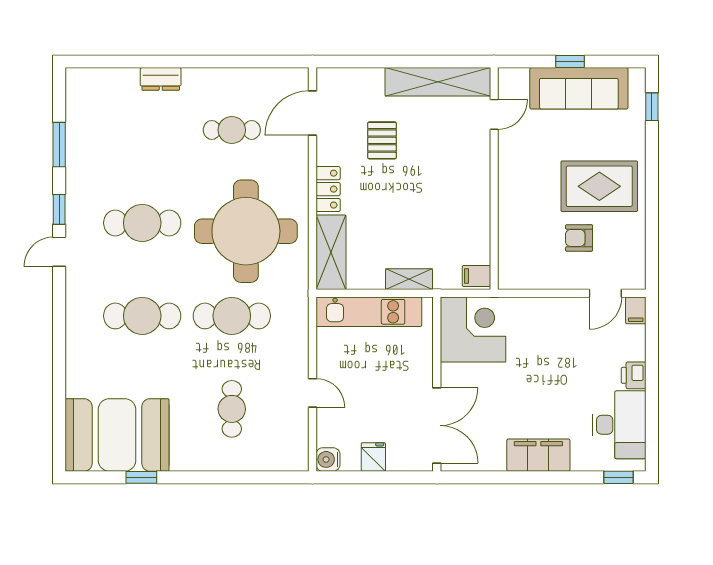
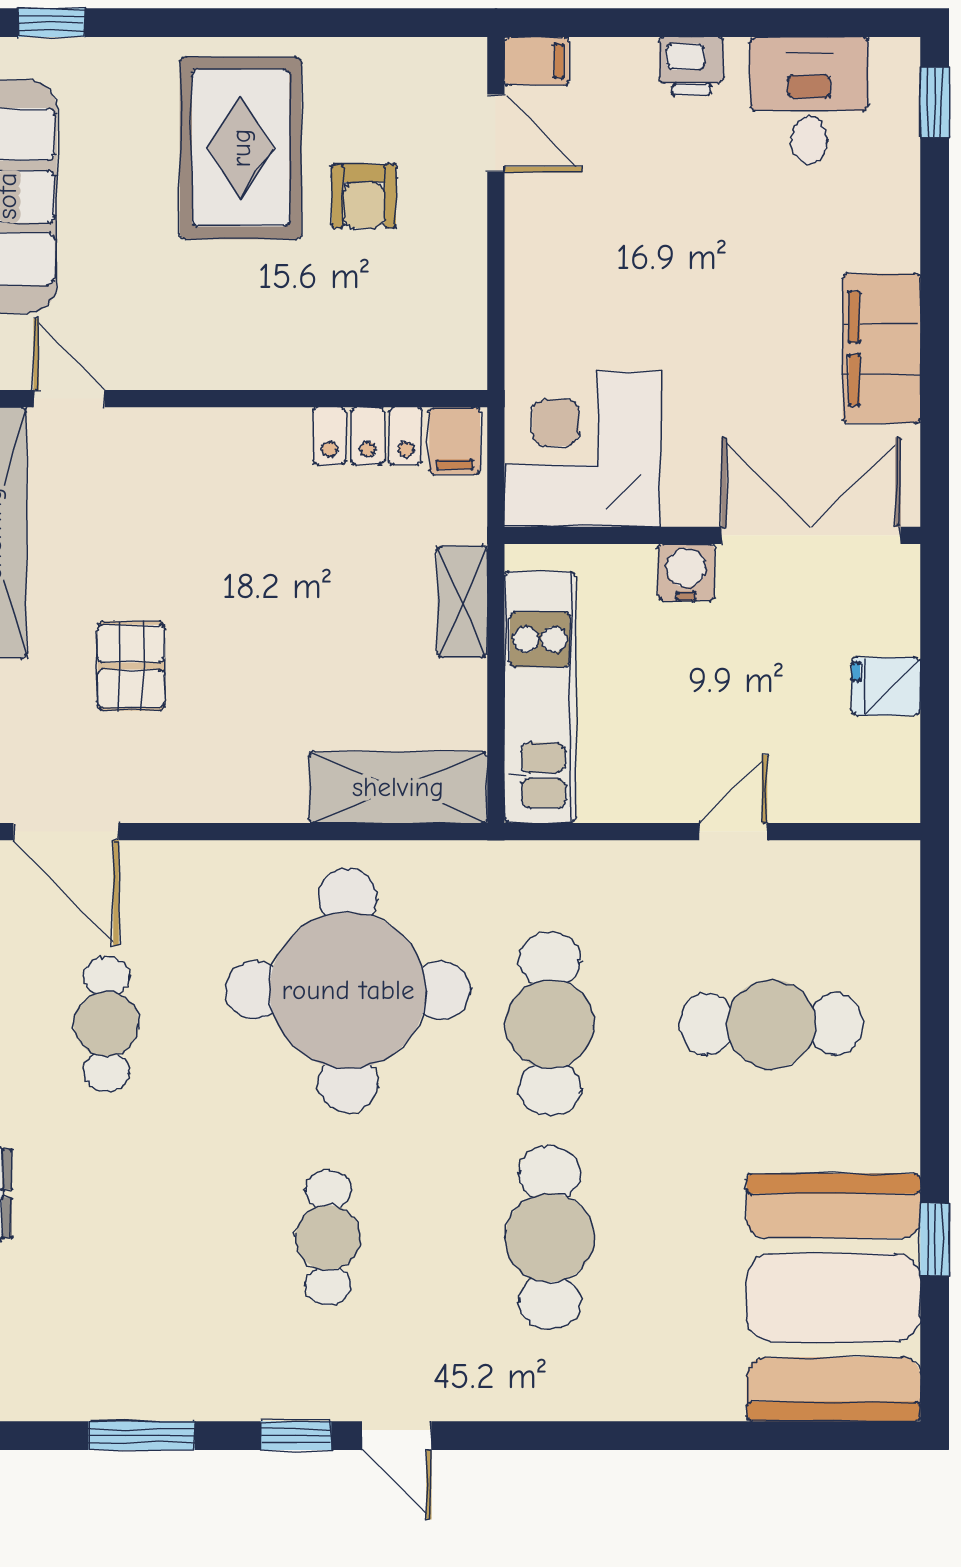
pallet: (382, 140) -> (131, 666), turned 90
locker: (328, 189) -> (368, 436), moved, turned 180
cafe table: (142, 223) -> (328, 1238), width x0.73, depth x0.74
cafe table: (232, 409) -> (771, 1024), width x1.37, depth x1.35
desk: (619, 425) -> (809, 101), width x0.73
filing cabinet: (538, 455) -> (882, 348), moved
water cooler: (328, 459) -> (686, 572), moved, turned 180

